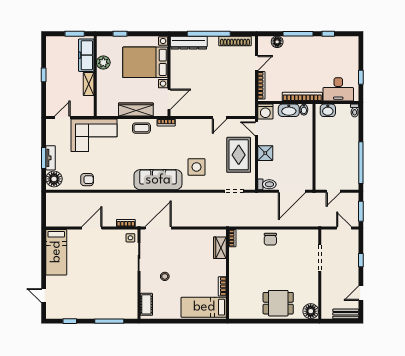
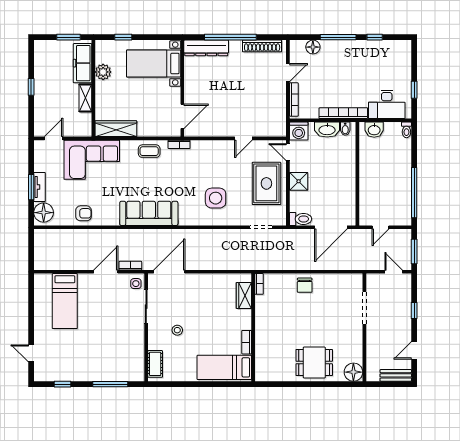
bed with nightstands: (145, 62) -> (154, 64), width x0.73
wardrobe: (136, 109) -> (116, 129), moved
sofa: (158, 180) -> (149, 213), moved
door: (92, 228) -> (106, 272), moved
bed: (56, 252) -> (65, 301), moved

